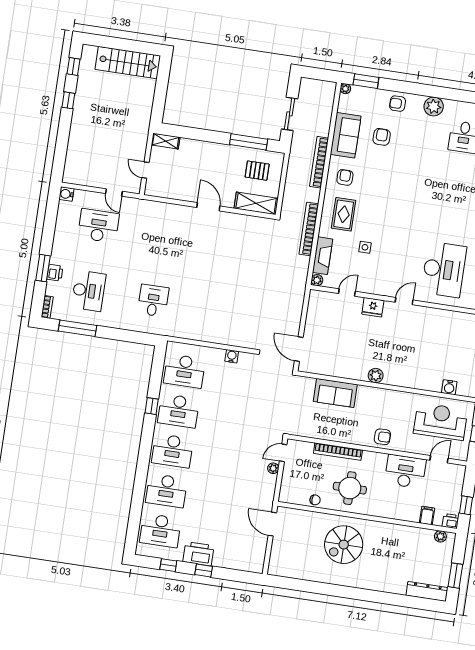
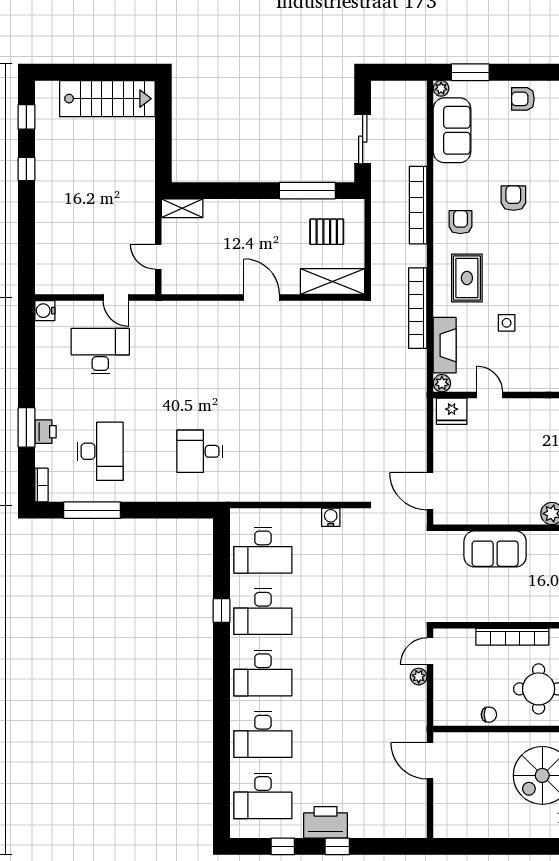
sofa: (346, 135) -> (452, 130), moved
armchair: (382, 137) -> (513, 198), moved
door: (347, 292) -> (490, 395), hinge flipped
desk: (153, 301) -> (200, 451), turned -90
fridge: (373, 307) -> (452, 411), moved

